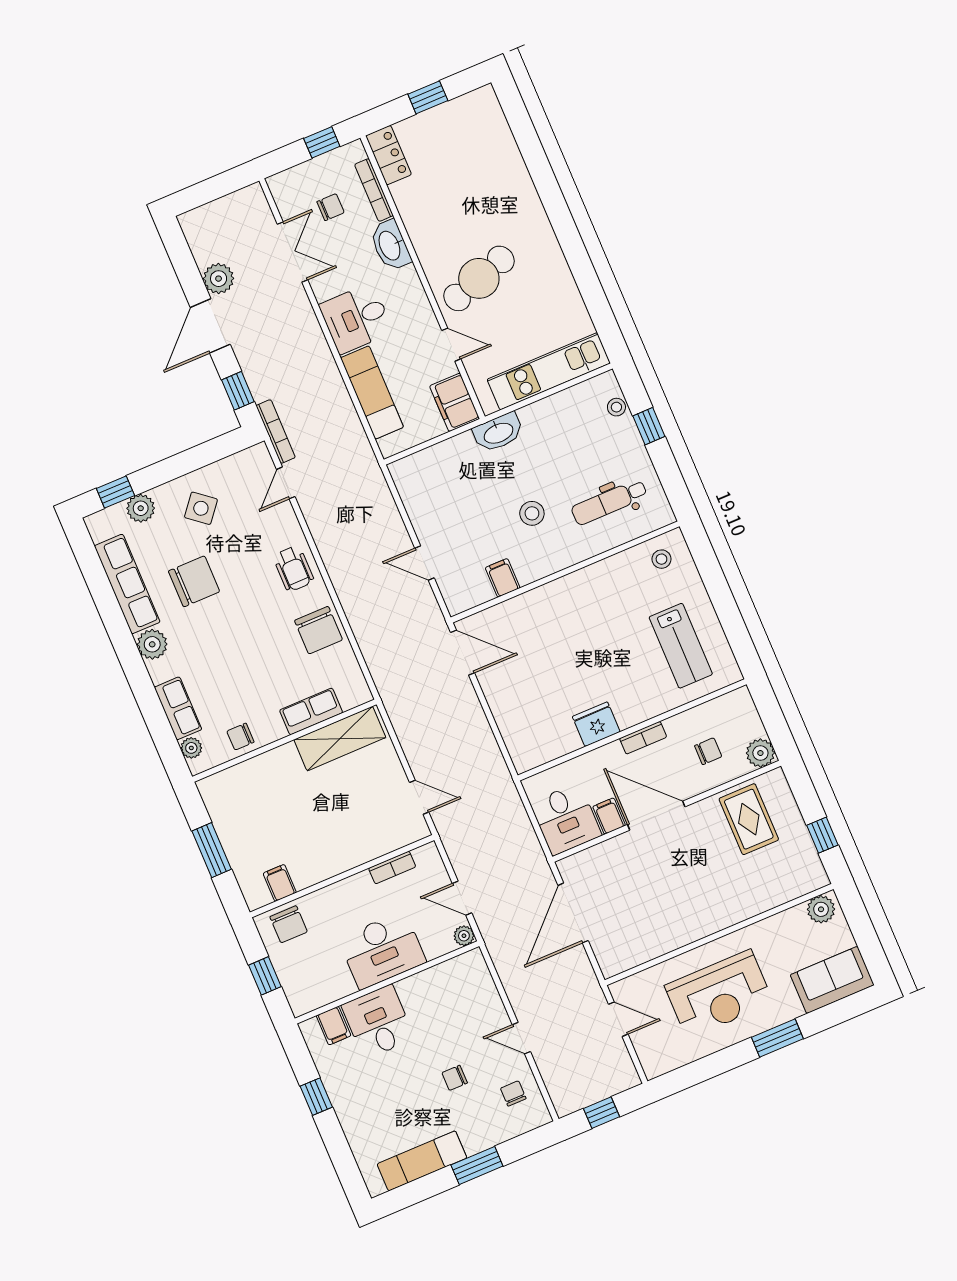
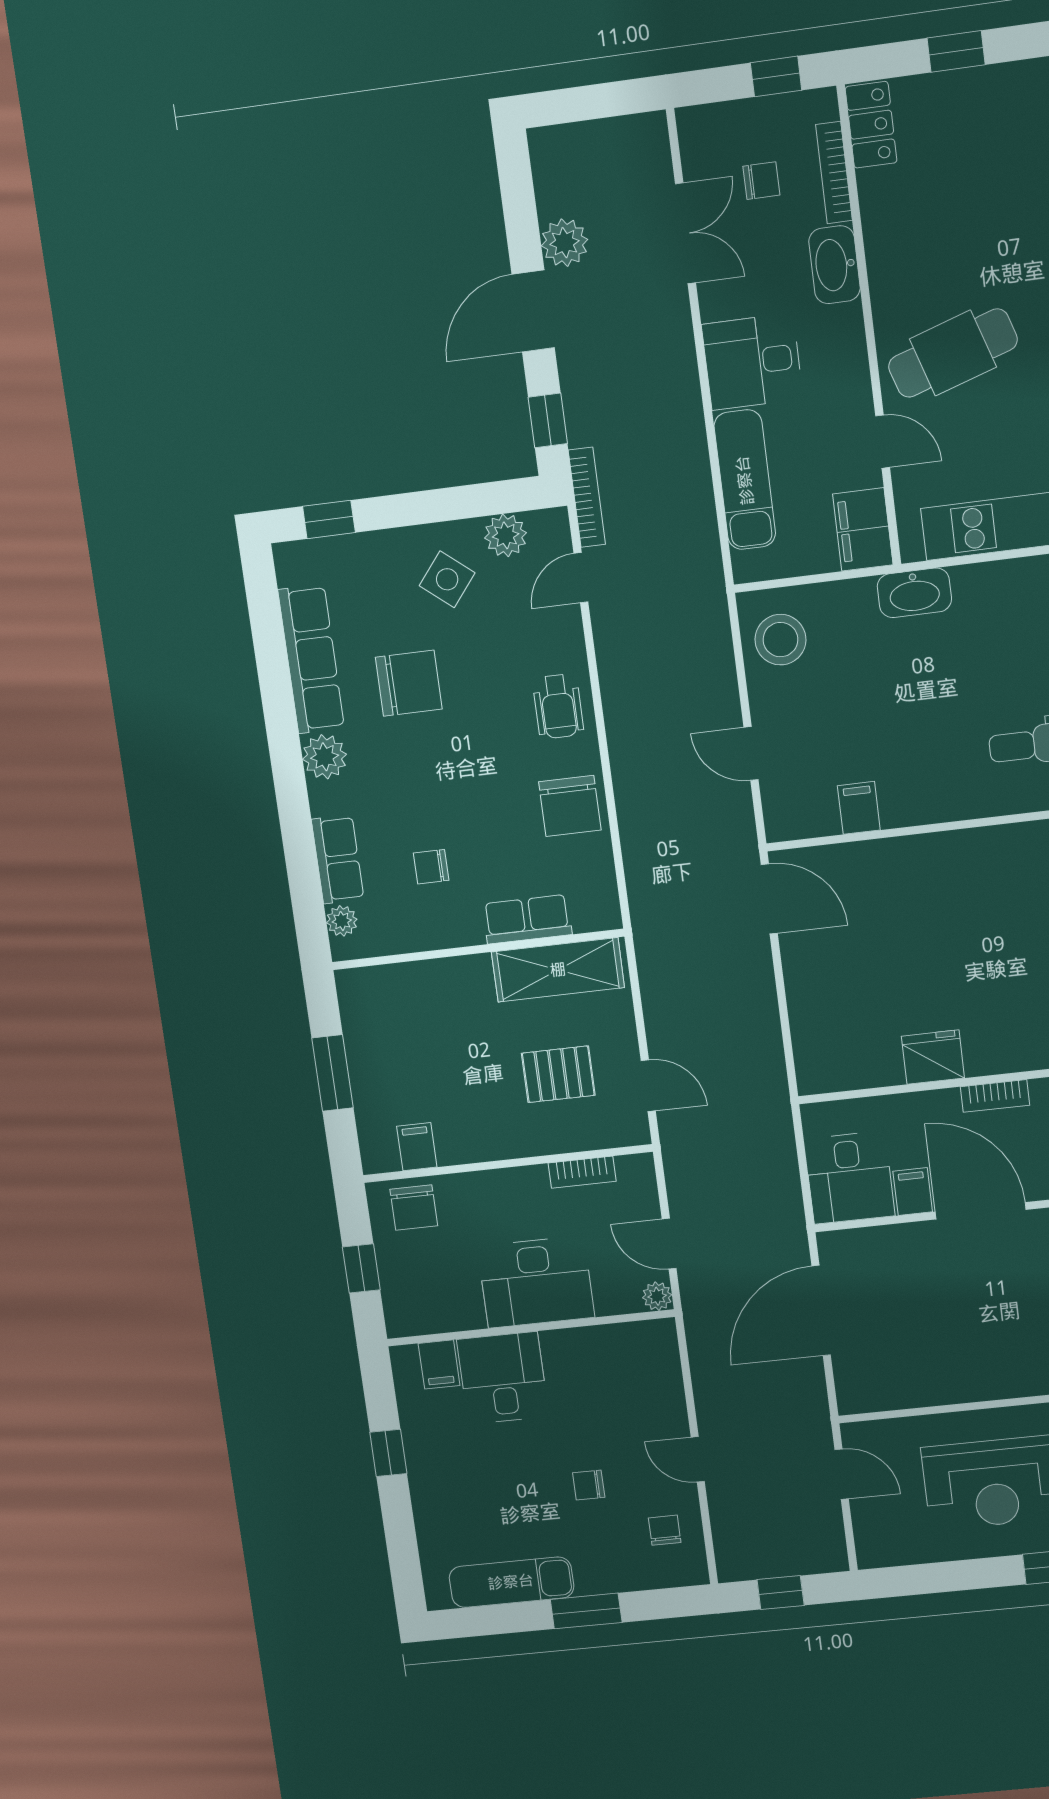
plant: (141, 508) -> (506, 535), moved
stool: (532, 513) -> (780, 640), moved, width x1.38, depth x1.38
chair: (240, 737) -> (431, 867), moved
pallet: (359, 807) -> (558, 1074), added

